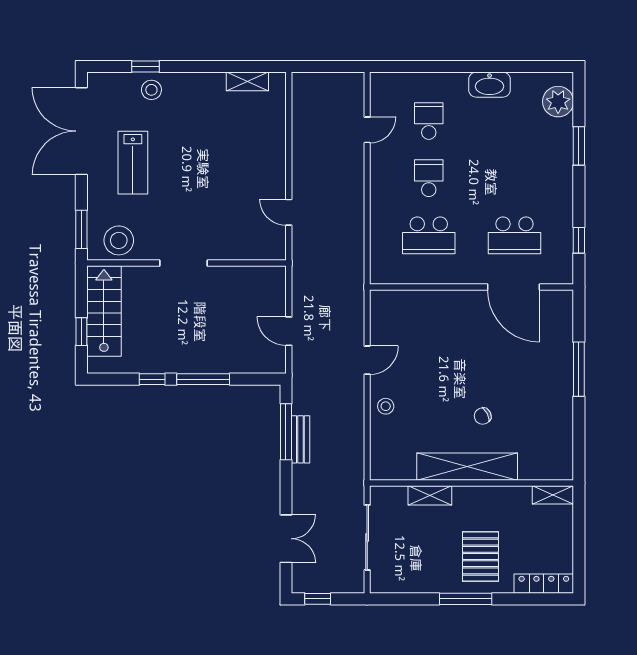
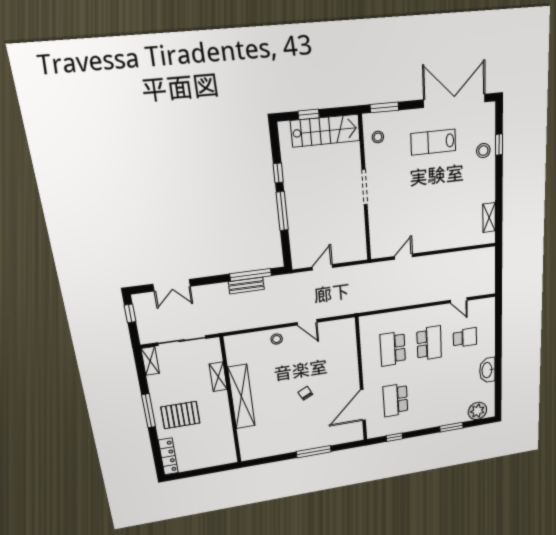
school desk: (429, 178) -> (429, 343), width x1.85
stool: (119, 240) -> (378, 137), width x0.53, depth x0.53
chair: (483, 416) -> (305, 393), moved
shelving: (553, 495) -> (150, 361), moved

